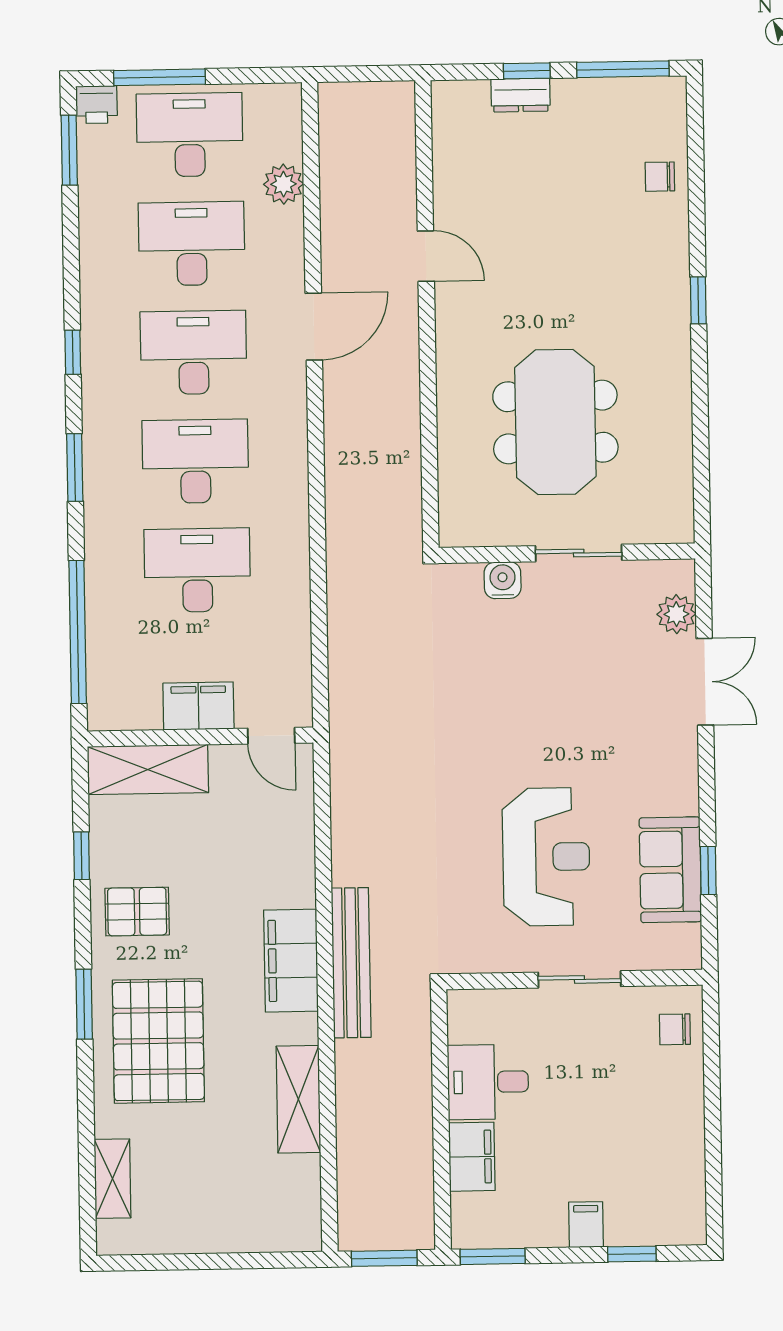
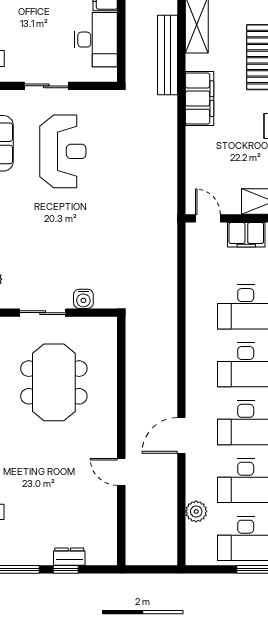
reception desk: (546, 857) -> (63, 151), turned 180
bench: (351, 963) -> (168, 55), moved
desk: (488, 1082) -> (96, 40), width x1.37

